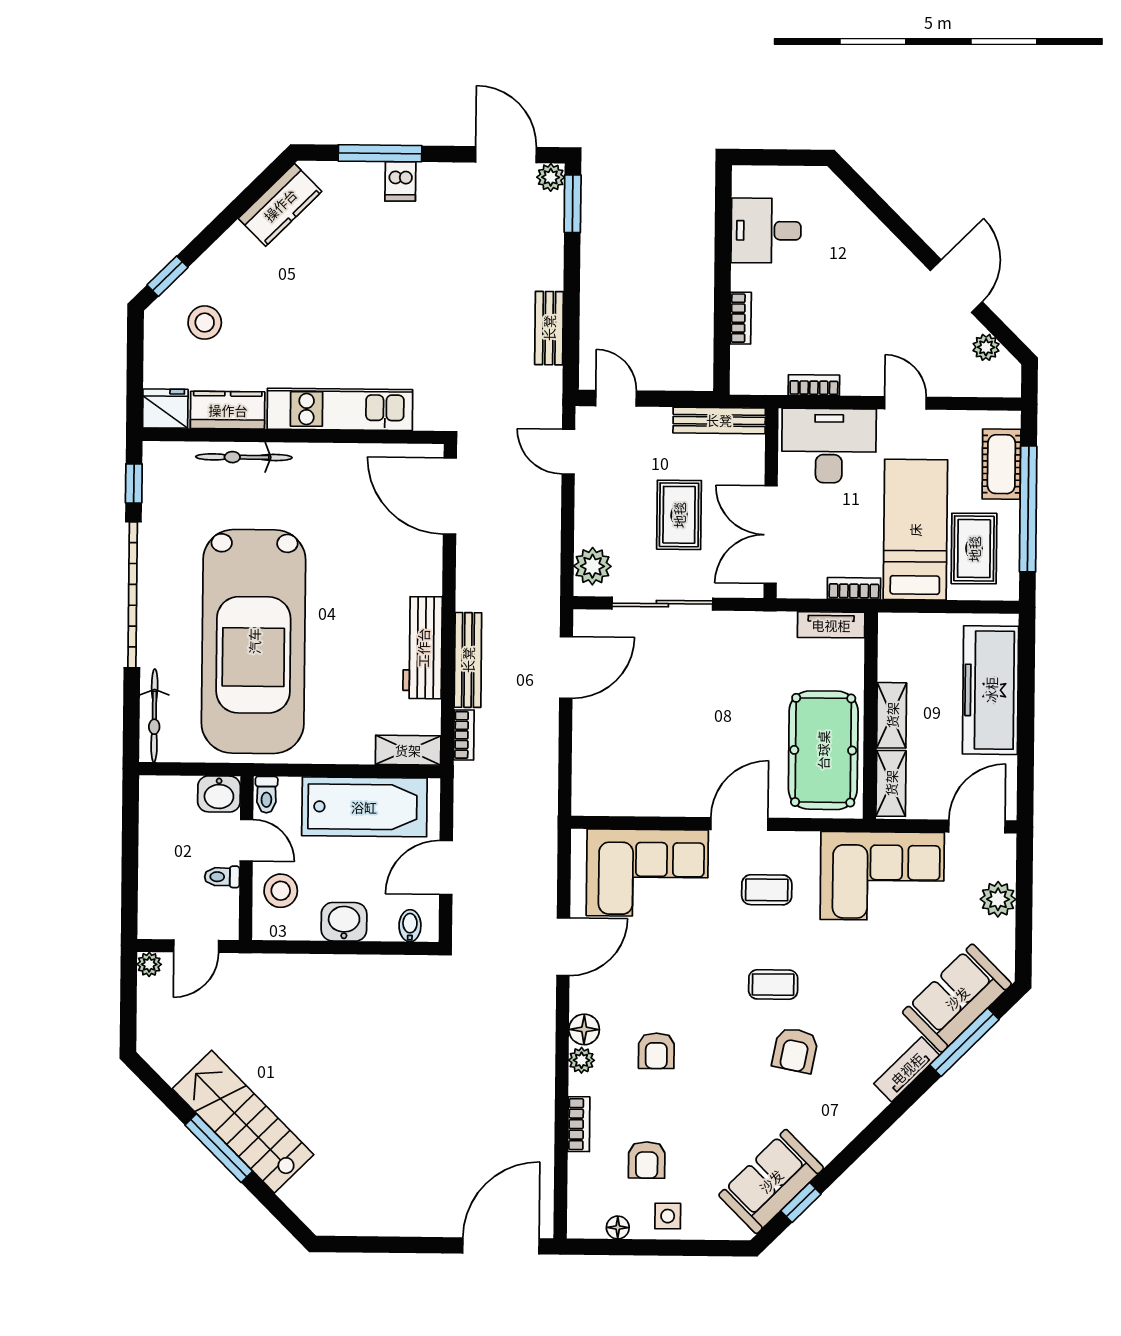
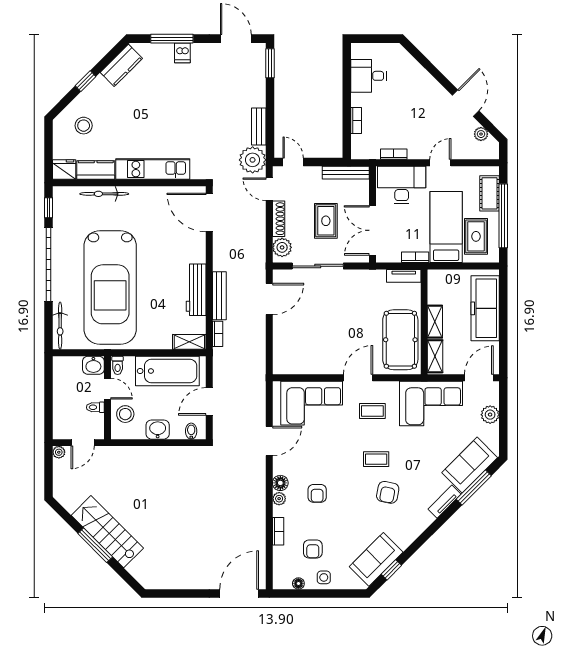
plant: (551, 177) -> (253, 160), moved, width x1.87, depth x1.87
window: (167, 276) -> (86, 81), moved
door: (905, 403) -> (440, 163), hinge flipped
shoe rack: (586, 510) -> (279, 219), added

